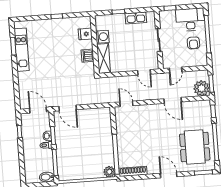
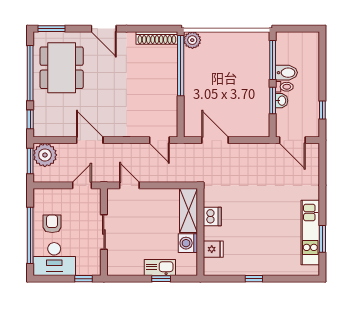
kitchen sink: (136, 18) -> (160, 268), moved
door: (68, 108) -> (215, 140), moved
bidet: (47, 177) -> (287, 73), moved

